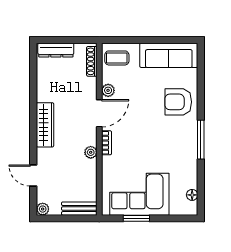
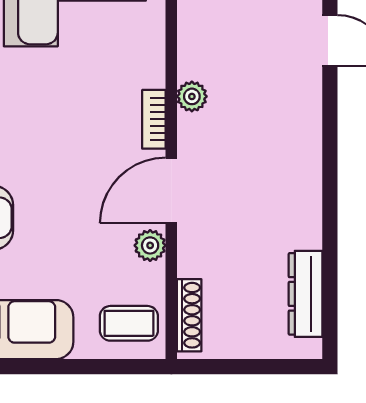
dresser: (56, 50) -> (306, 294), moved, turned -90
wardrobe: (45, 125) -> (302, 163), removed

